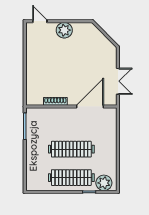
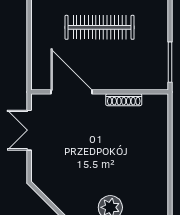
door: (90, 107) -> (71, 92), swing flipped

